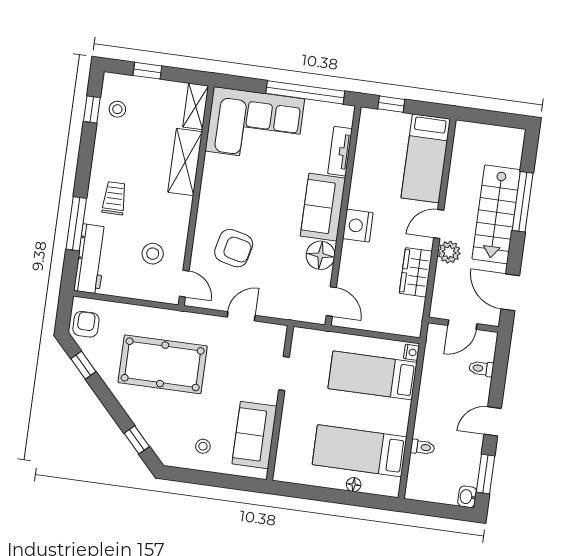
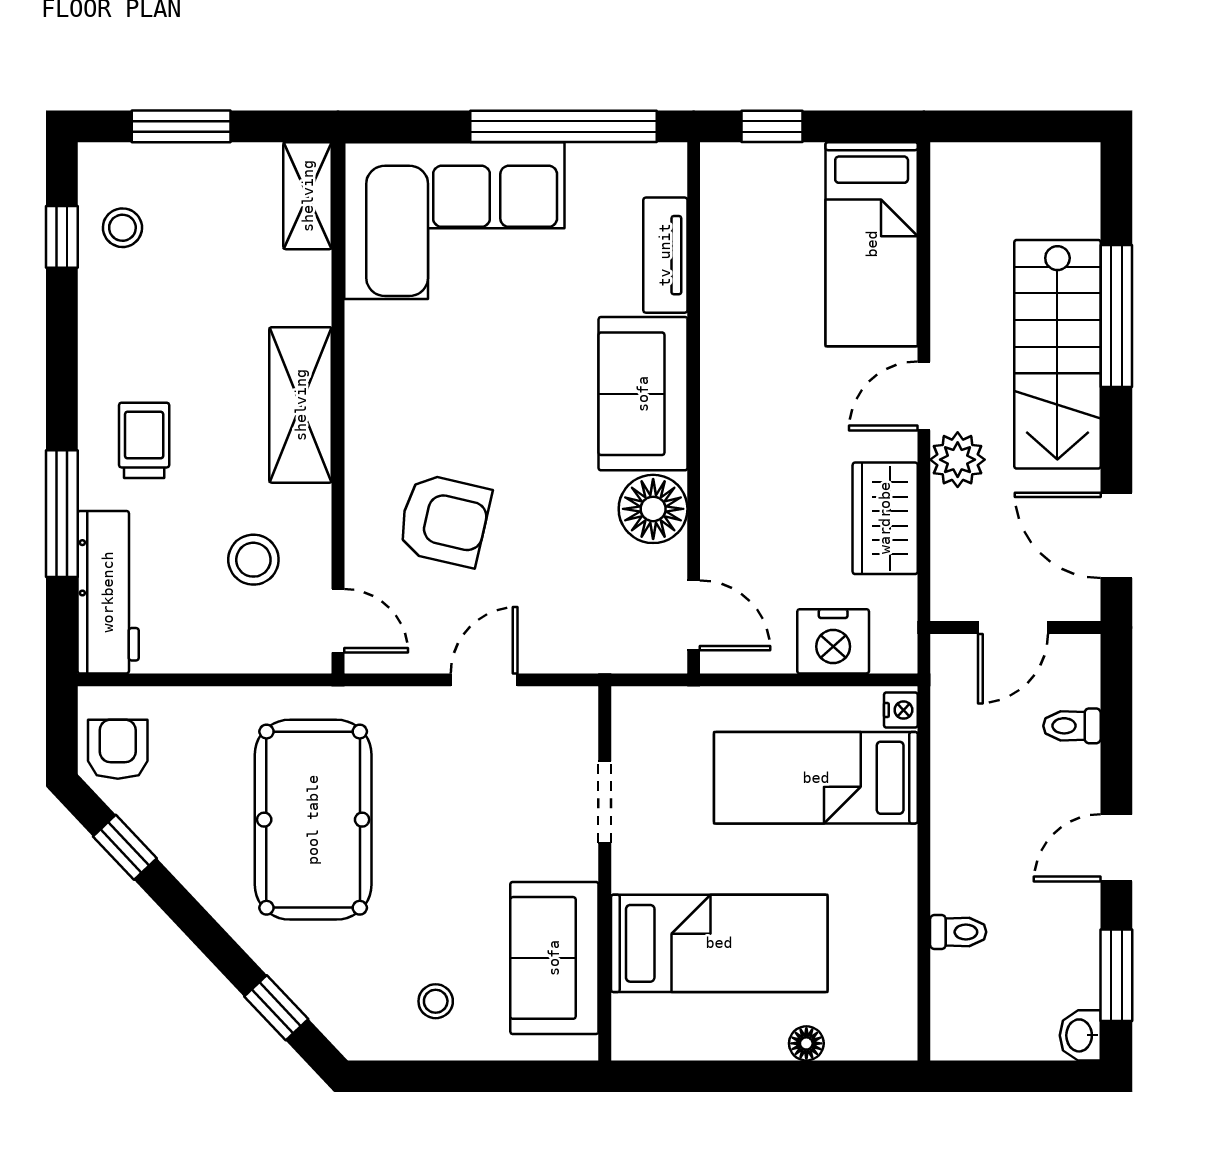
window: (147, 71) -> (181, 126), width x1.50
shelving: (185, 162) -> (301, 405), moved
nightstand: (358, 226) -> (833, 641), moved, turned -90
pool table: (163, 364) -> (313, 820), turned 90
bed: (360, 451) -> (719, 943), moved, turned 180

